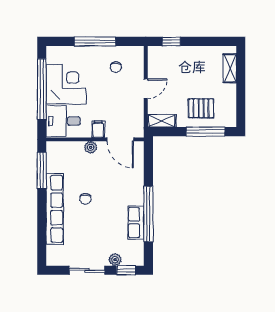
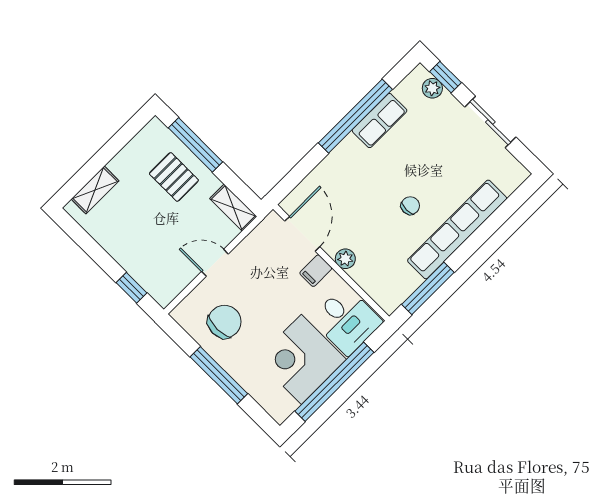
chair: (116, 67) -> (224, 322), width x1.87, depth x1.87
plant: (115, 260) -> (432, 88), moved

